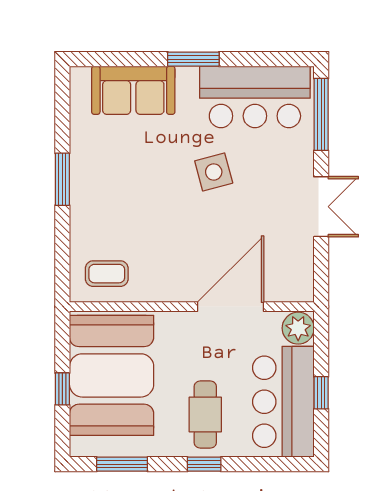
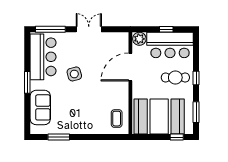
window: (62, 179) -> (59, 137), moved
door: (230, 307) -> (130, 67), hinge flipped
window: (62, 389) -> (177, 137), moved

